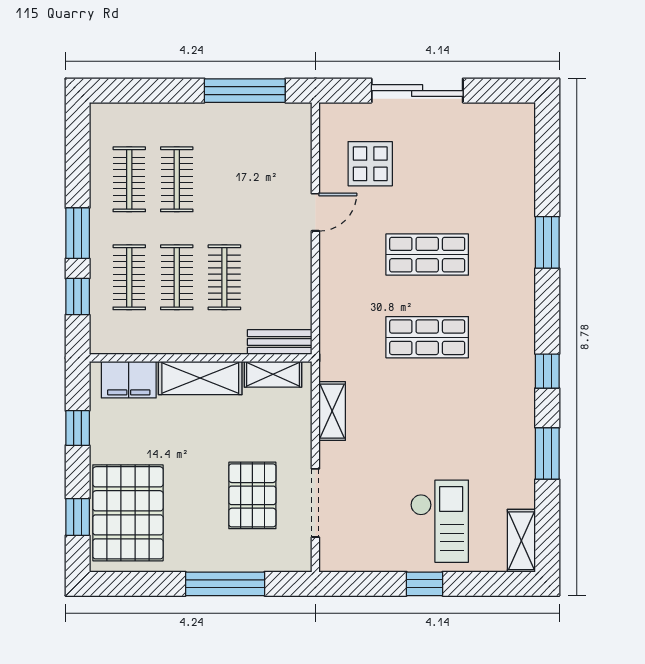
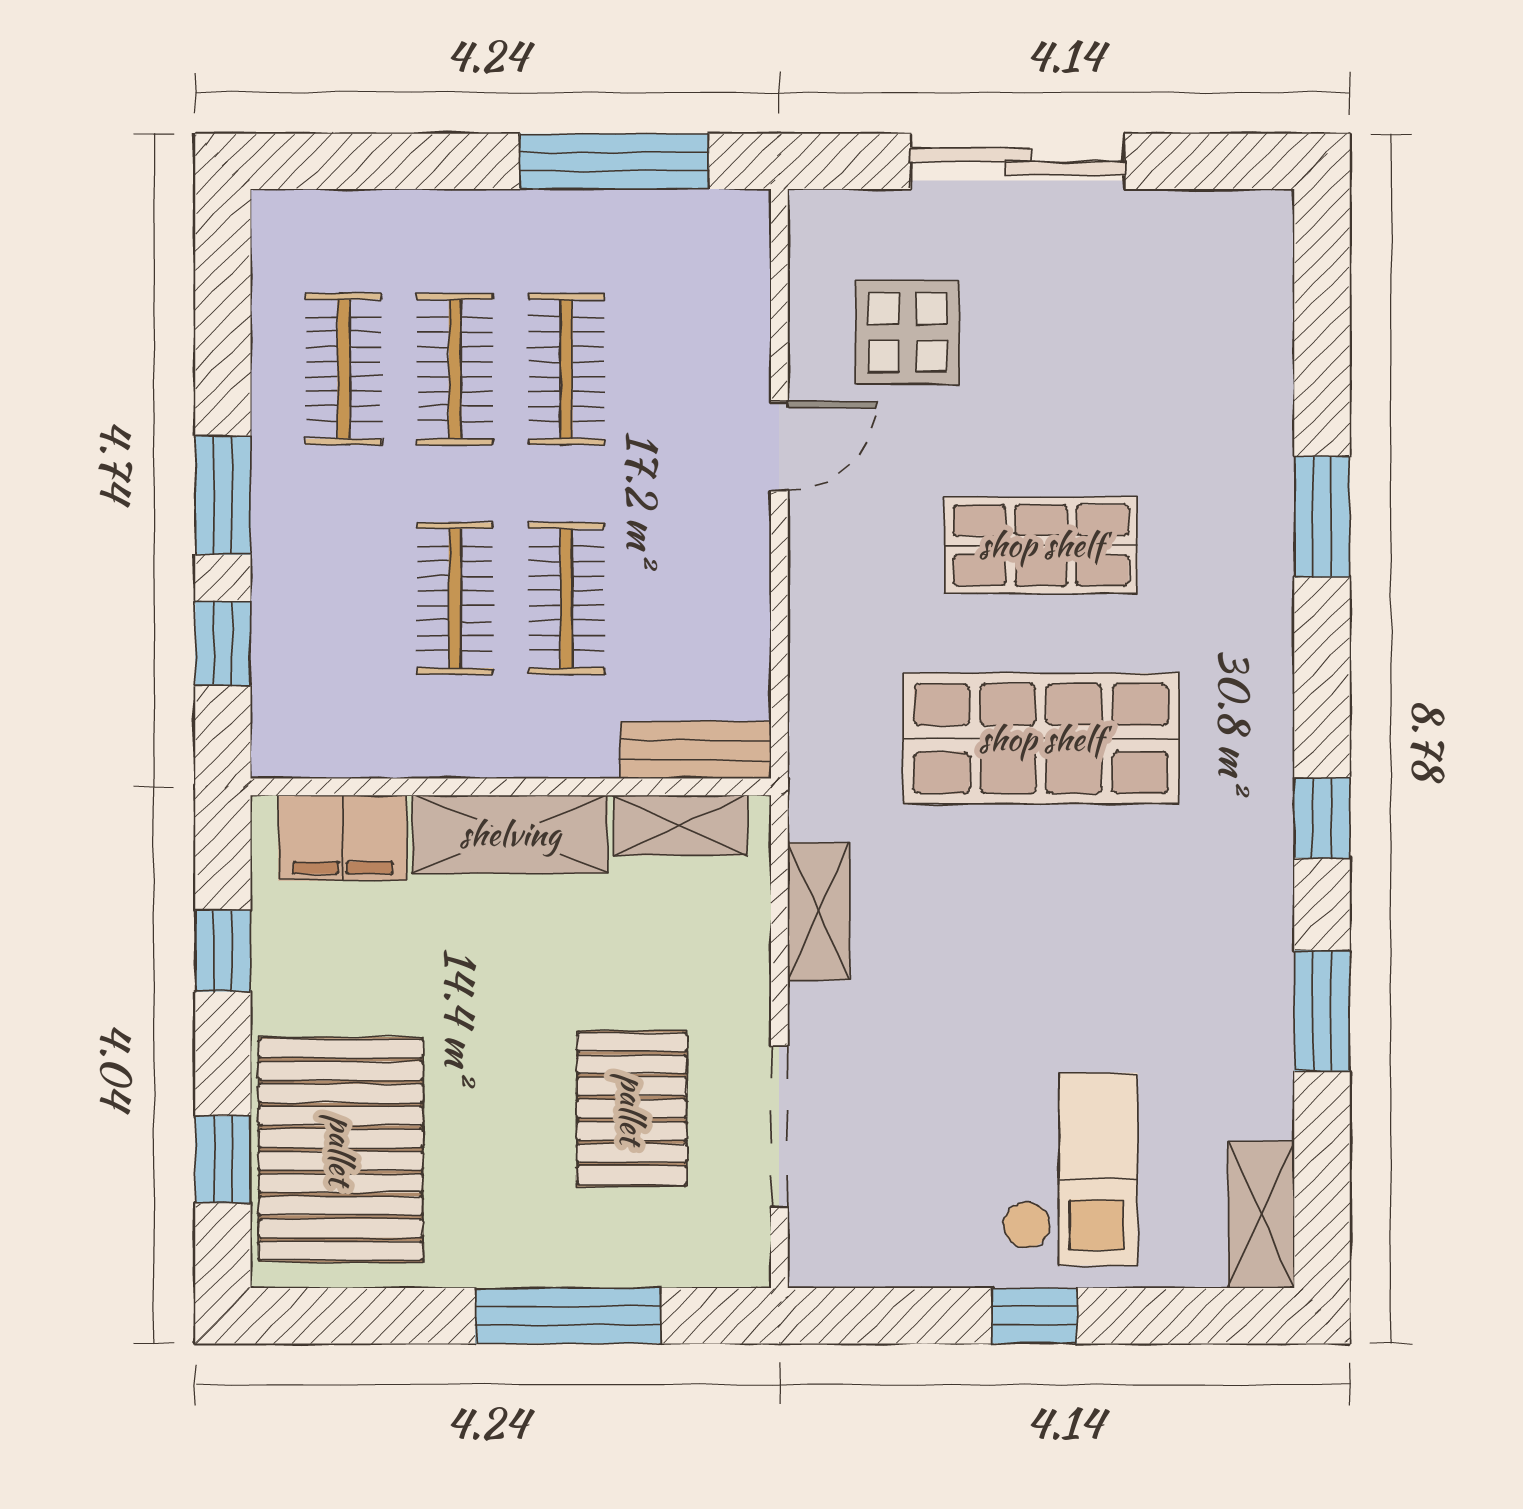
clothes rail: (129, 277) -> (566, 369), moved
shop shelf: (427, 337) -> (1041, 739), width x1.43, depth x1.36

